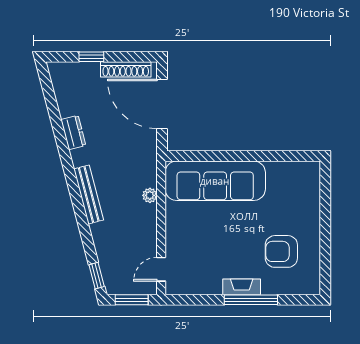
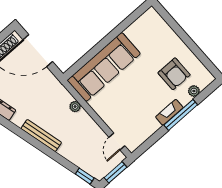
armchair: (281, 251) -> (174, 74), turned -90
plant: (286, 287) -> (194, 91), added

